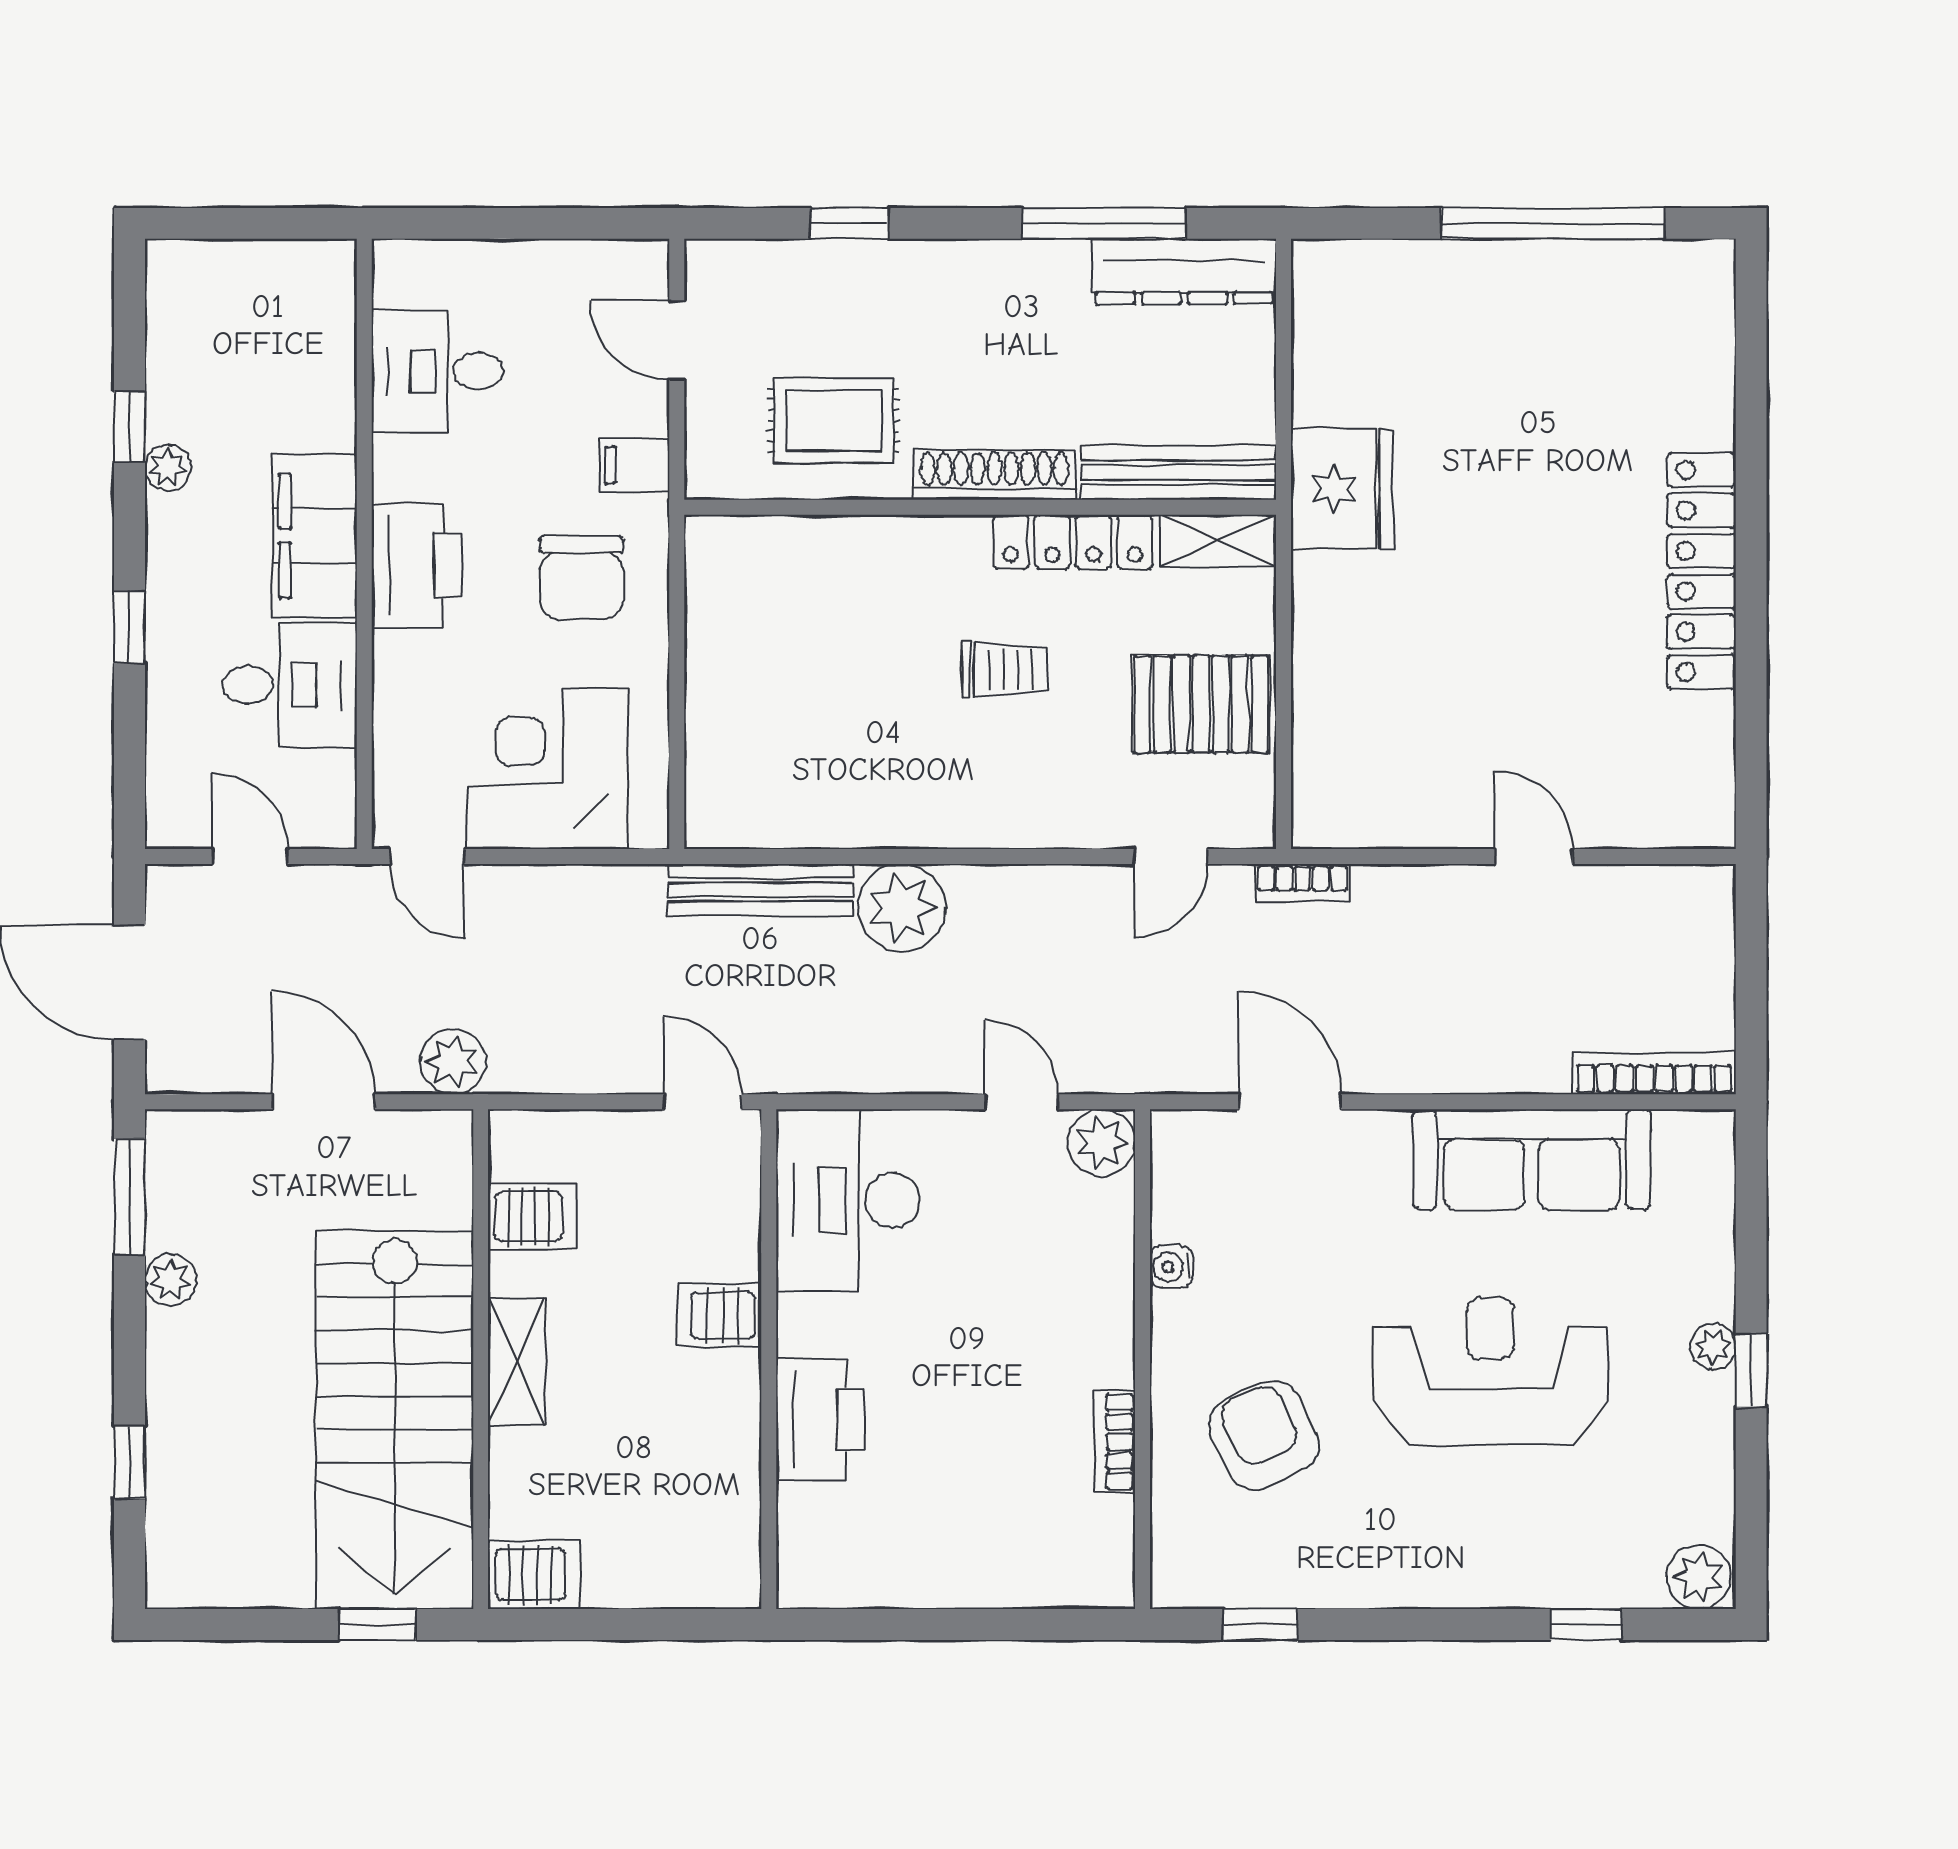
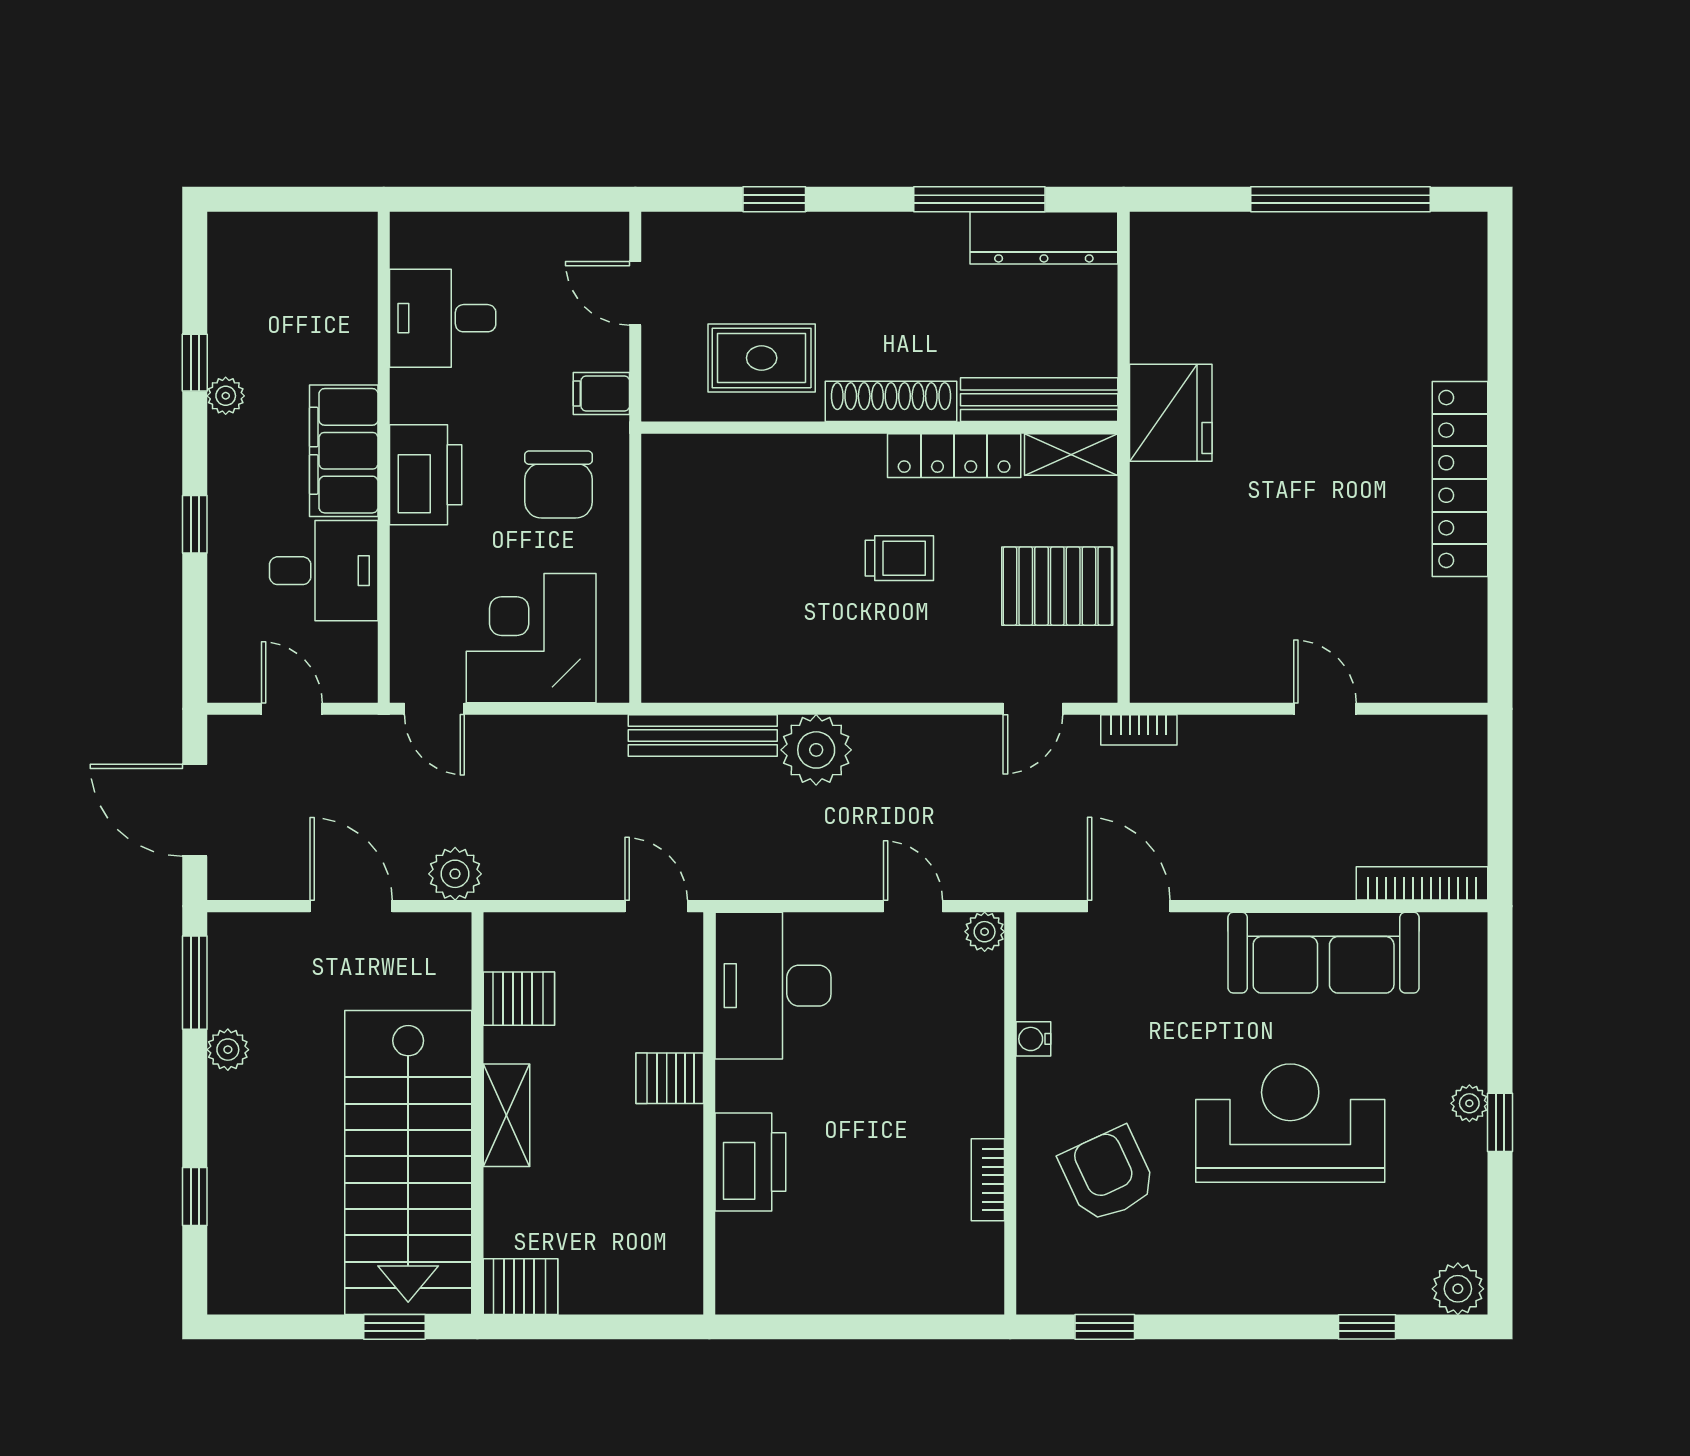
plant: (1102, 1143) -> (985, 932), width x0.73, depth x0.73

